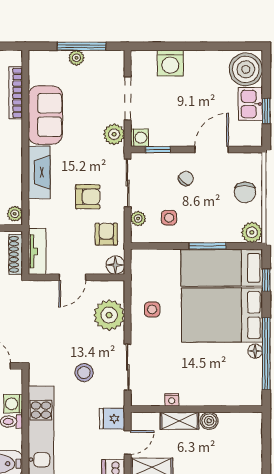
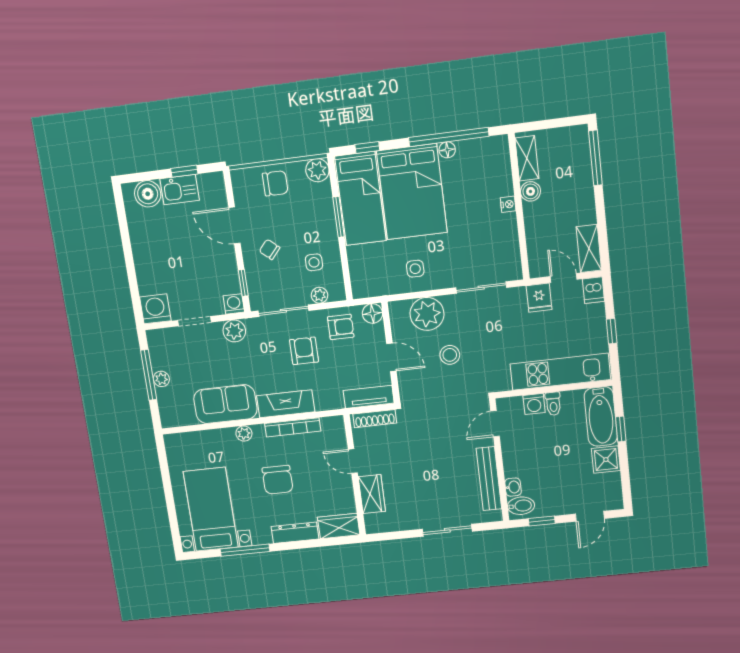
washing machine: (170, 63) -> (155, 309), moved, turned -90
boiler: (246, 69) -> (148, 194), width x0.73, depth x0.73
bookcase: (16, 93) -> (293, 427), moved
doorway: (128, 98) -> (195, 321), width x0.73
plant: (15, 214) -> (244, 434), moved
armchair: (106, 234) -> (341, 327), turned 180
stool: (84, 373) -> (450, 355), moved
nightstand: (172, 400) -> (508, 204), moved
shelving: (180, 421) -> (527, 158), moved

